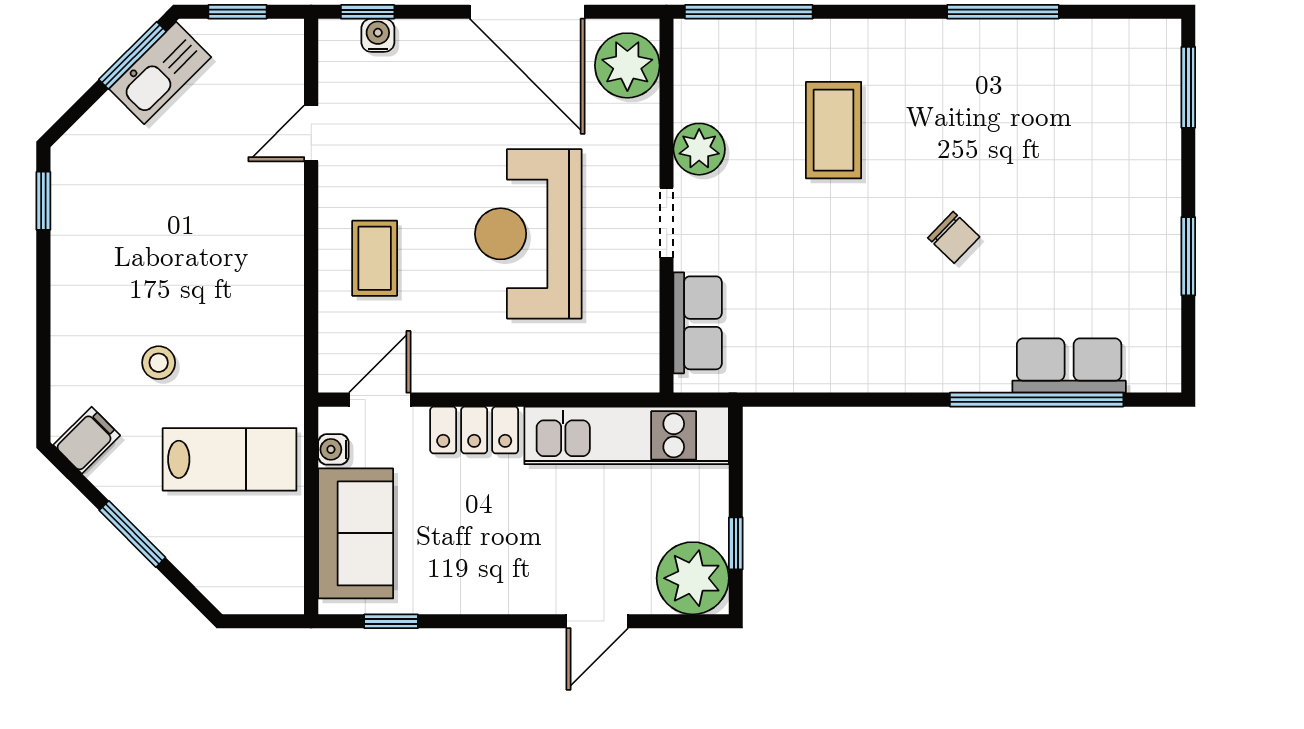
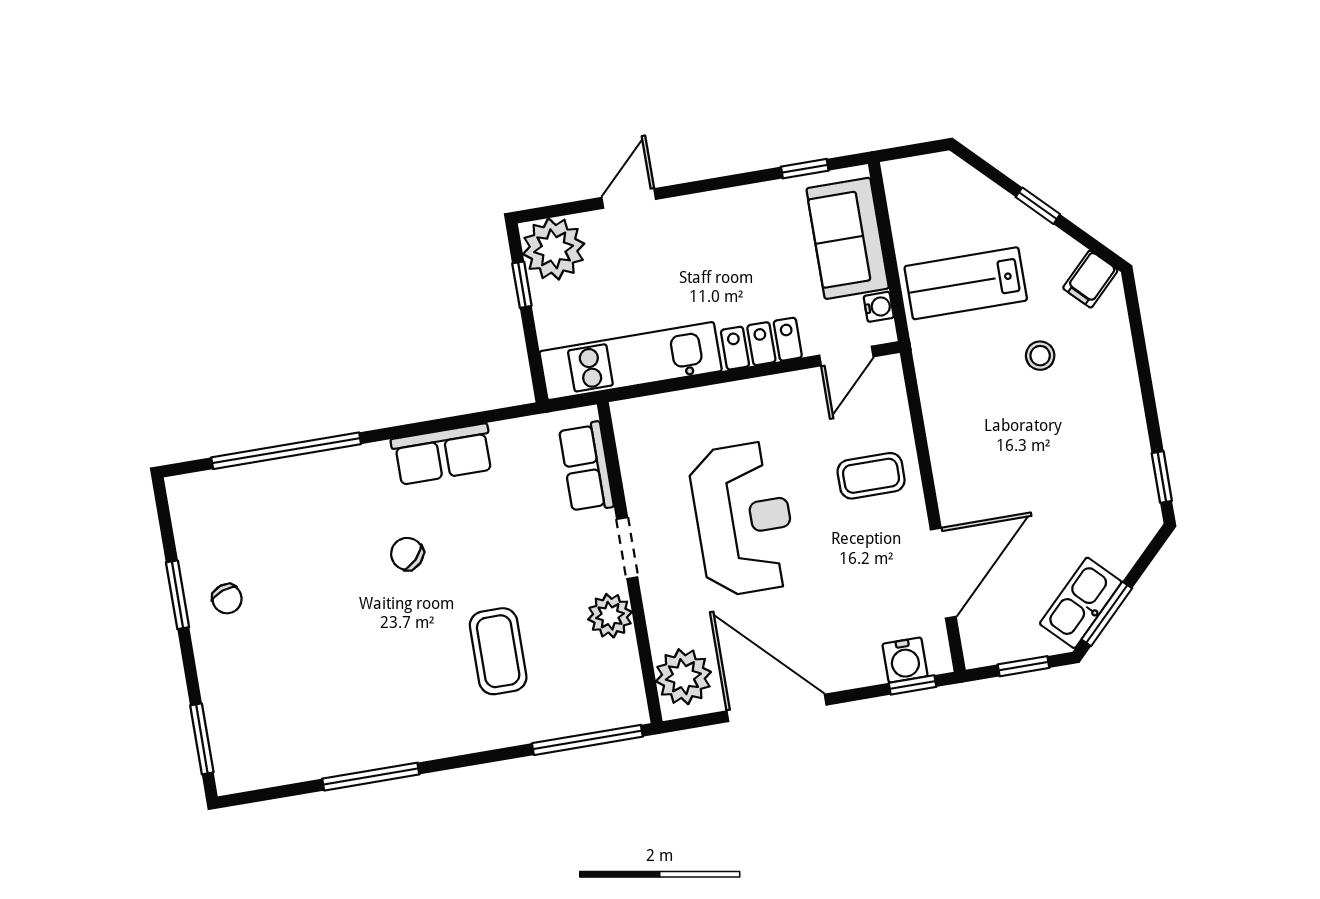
water cooler: (378, 35) -> (905, 660), width x1.38, depth x1.38
door: (311, 133) -> (943, 573), width x1.87
chair: (954, 237) -> (407, 554), moved
chair: (1133, 242) -> (227, 599), added
coffee table: (375, 258) -> (871, 476), turned 90
row of seats: (1069, 366) -> (442, 454), moved
window: (132, 534) -> (1038, 206), width x0.67

